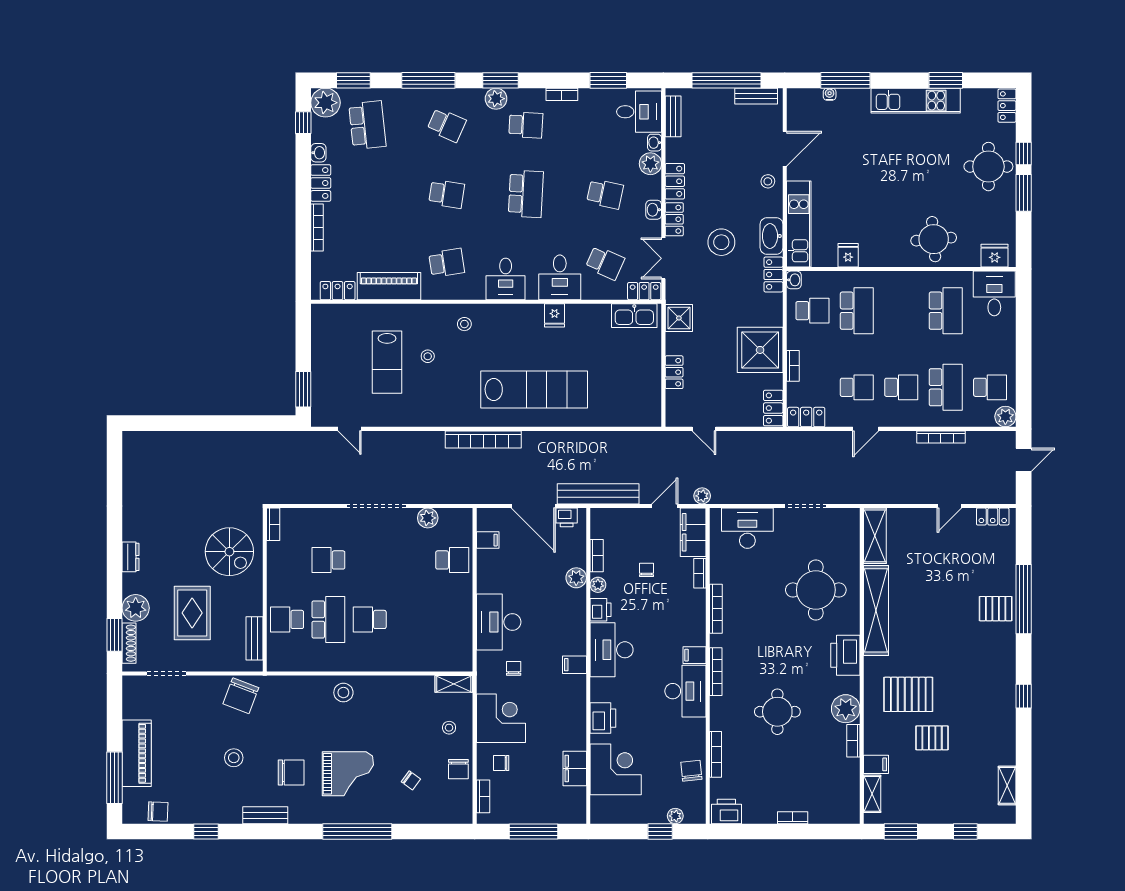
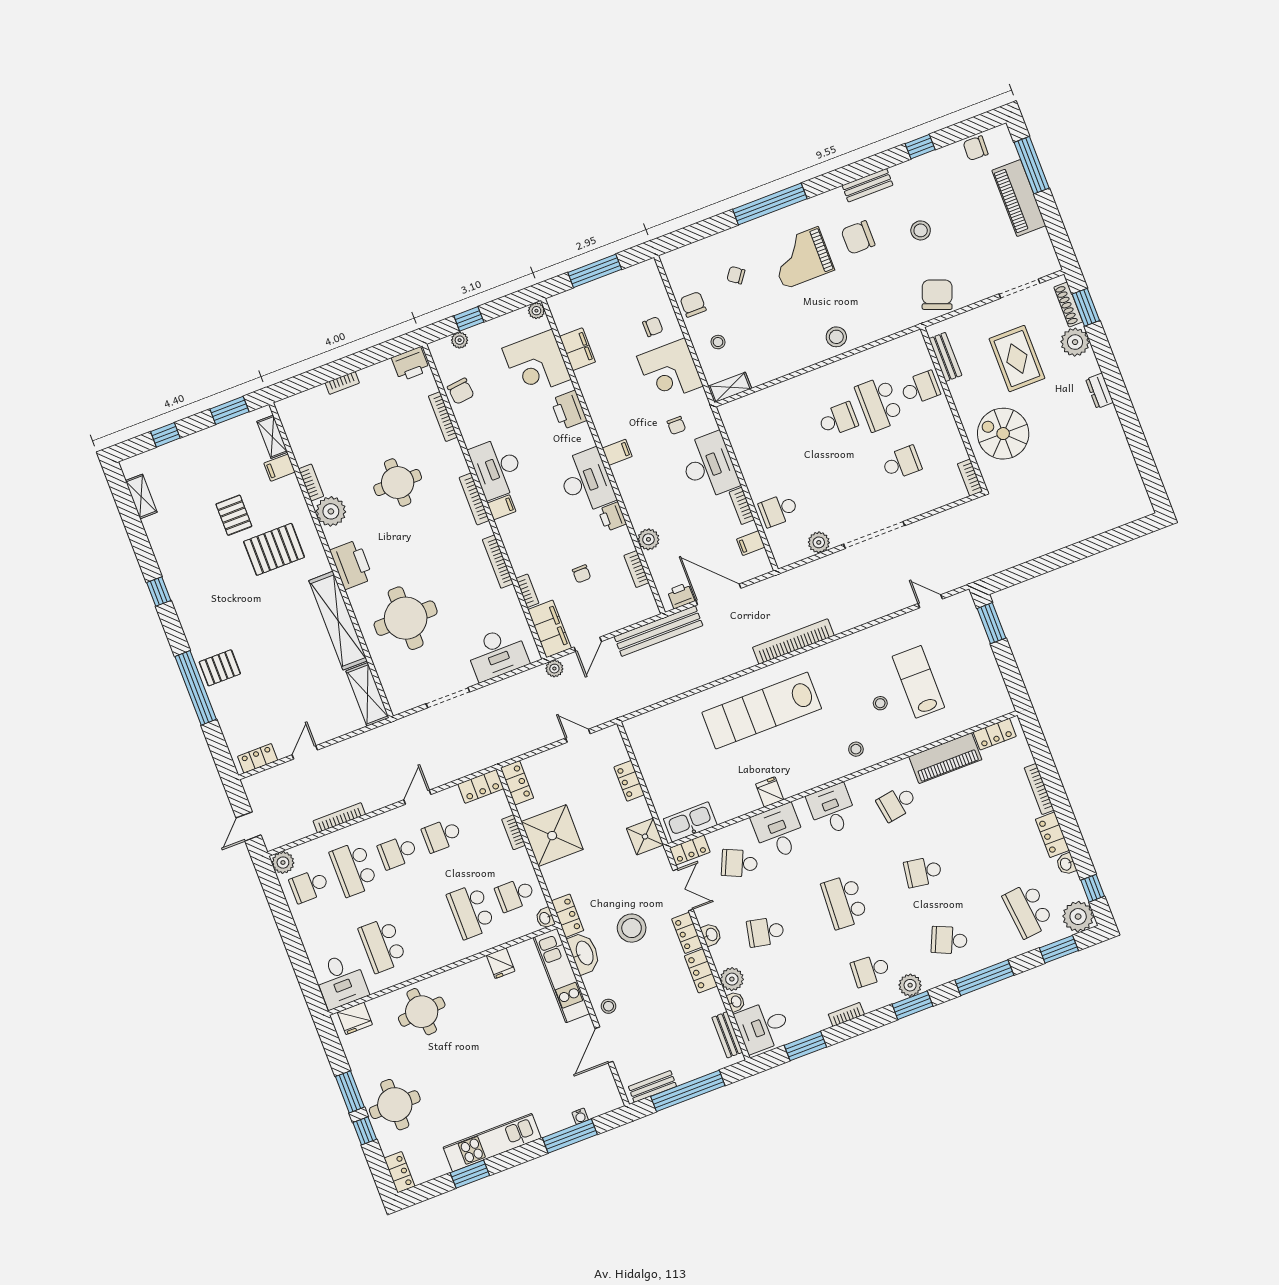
plant: (598, 585) -> (536, 311), moved
pallet: (932, 738) -> (234, 515), turned 90
bookcase: (483, 796) -> (742, 506), moved

